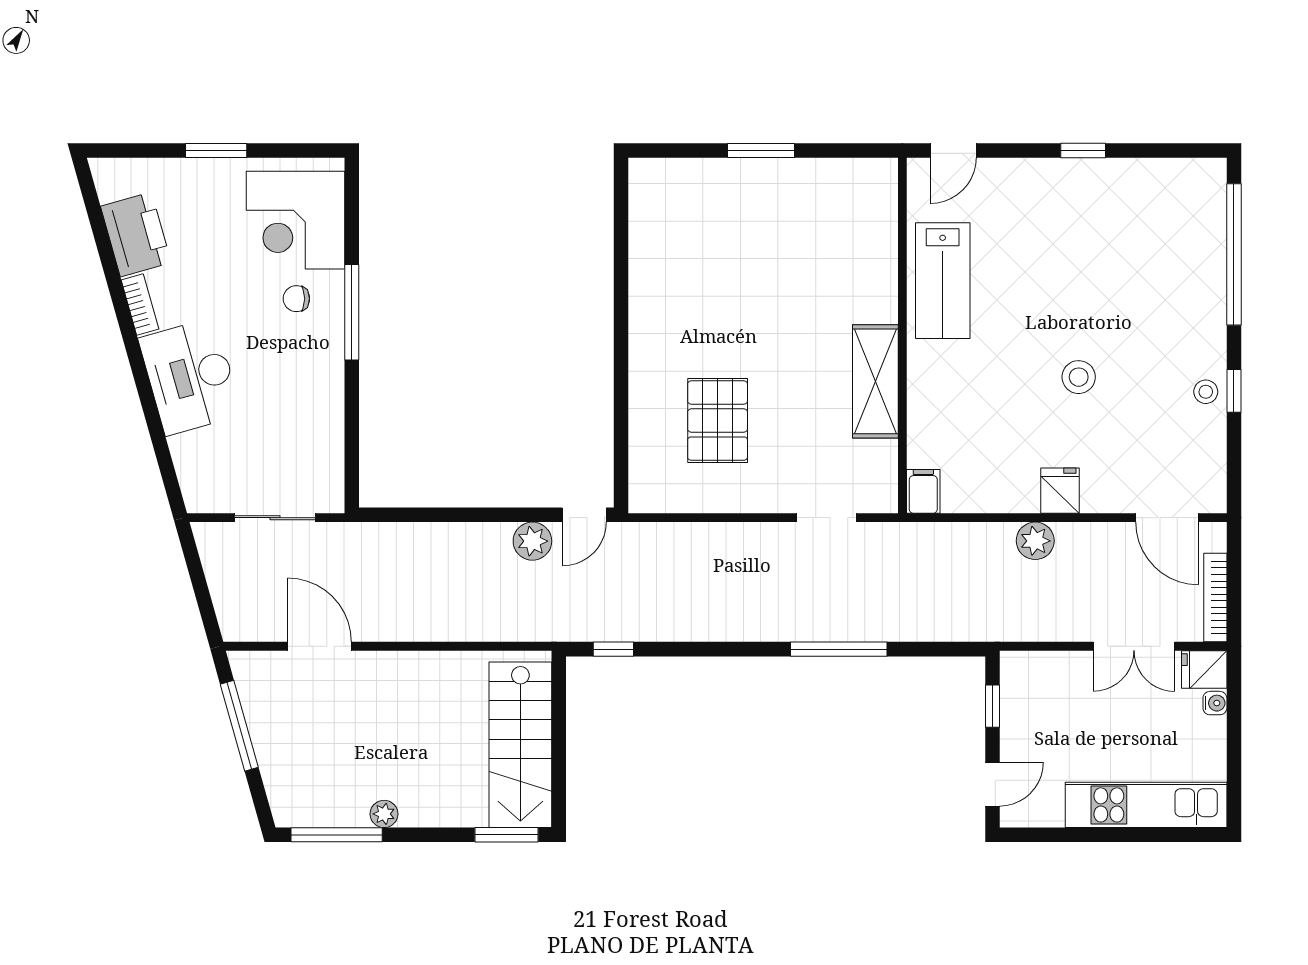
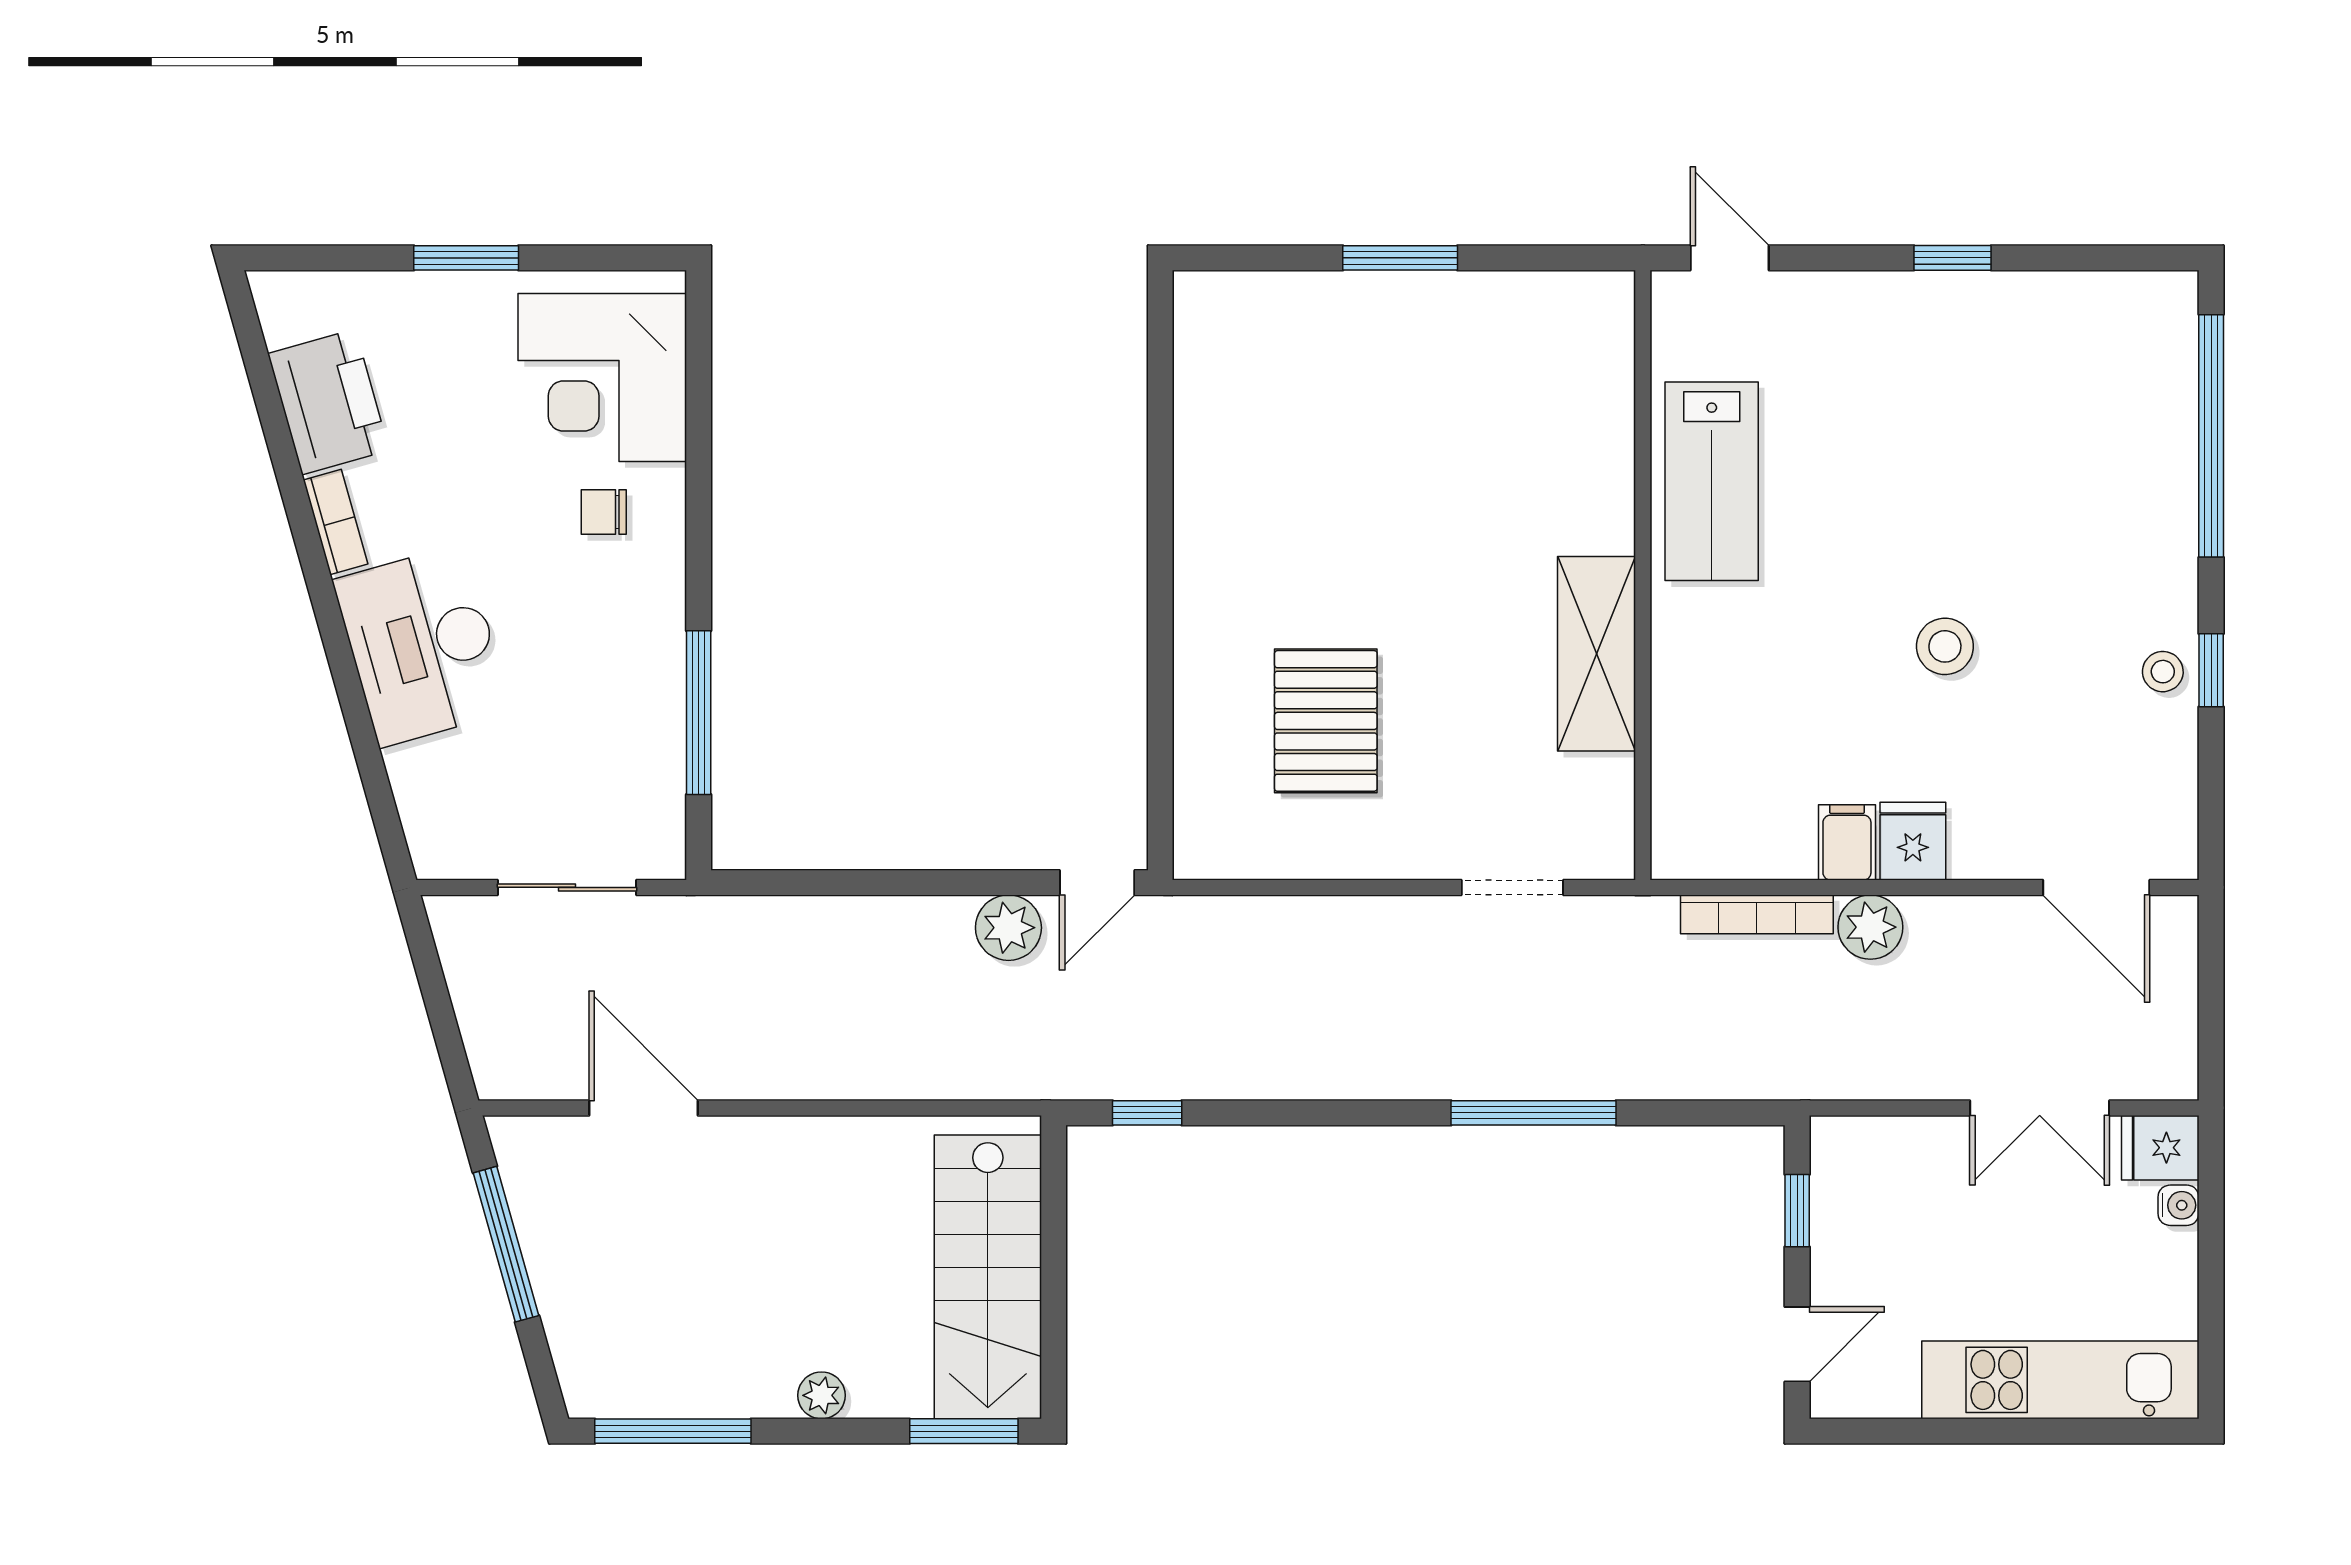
door: (953, 150) -> (1730, 258), swing flipped
window: (352, 312) -> (699, 713), moved
filing cabinet: (923, 491) -> (1847, 842), moved
bookcase: (1215, 597) -> (1757, 914), moved, turned -90
plant: (384, 814) -> (822, 1395), moved

